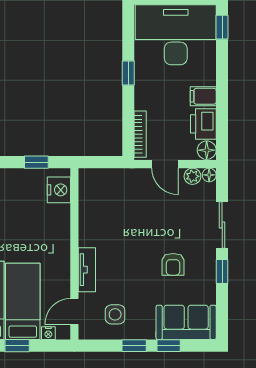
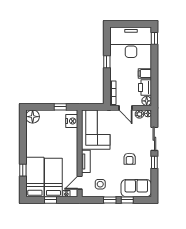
corner sofa: (106, 207) -> (96, 130), added

